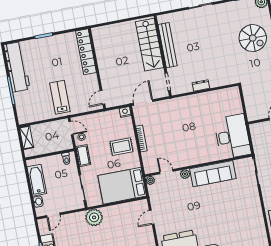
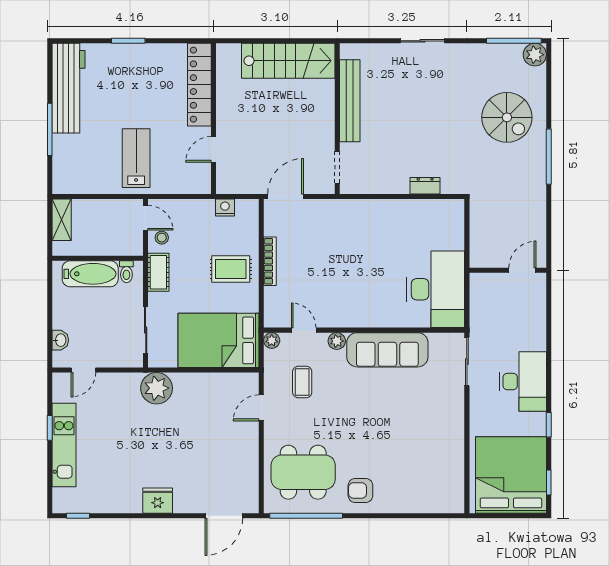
stairs: (150, 45) -> (288, 61), moved, turned -90
dresser: (201, 85) -> (425, 186), moved
door: (102, 97) -> (213, 149), moved
nightstand: (125, 112) -> (225, 207), moved
bathtub: (37, 180) -> (90, 274), moved, turned 90
coffee table: (171, 199) -> (302, 382), added

